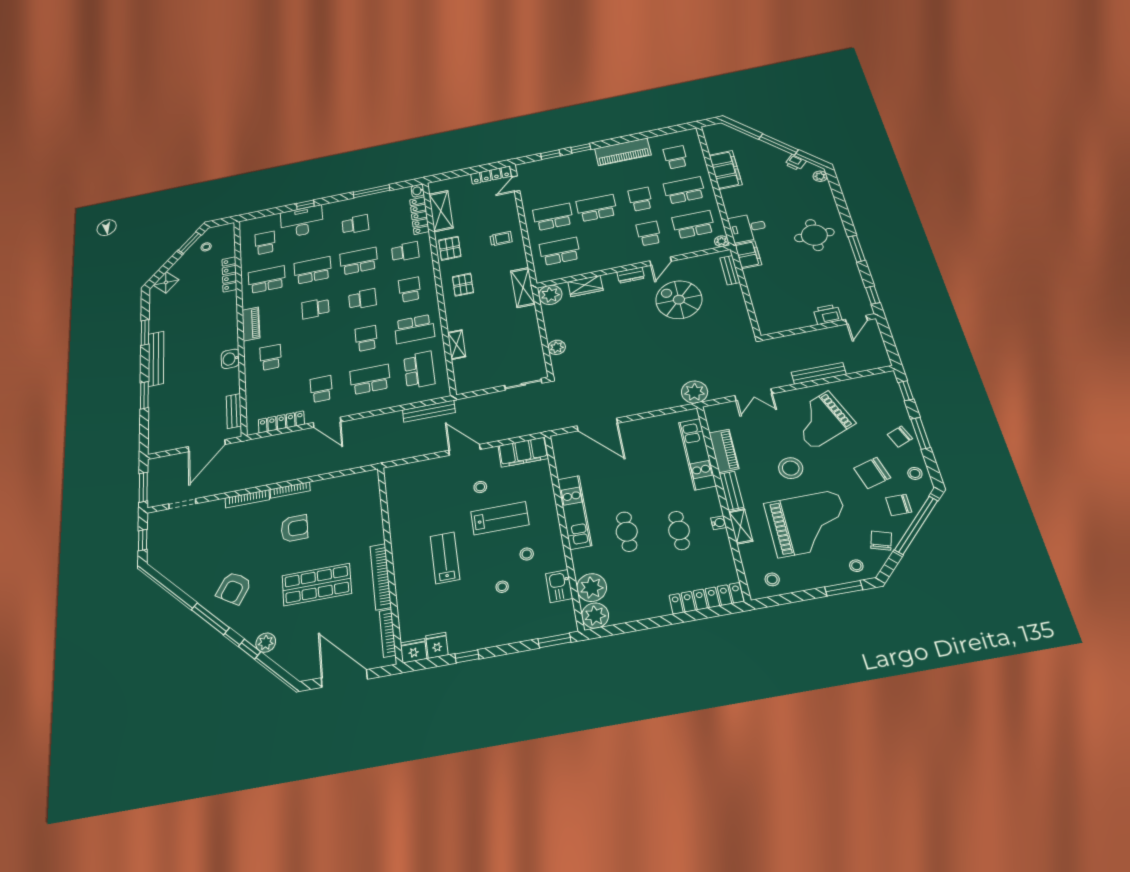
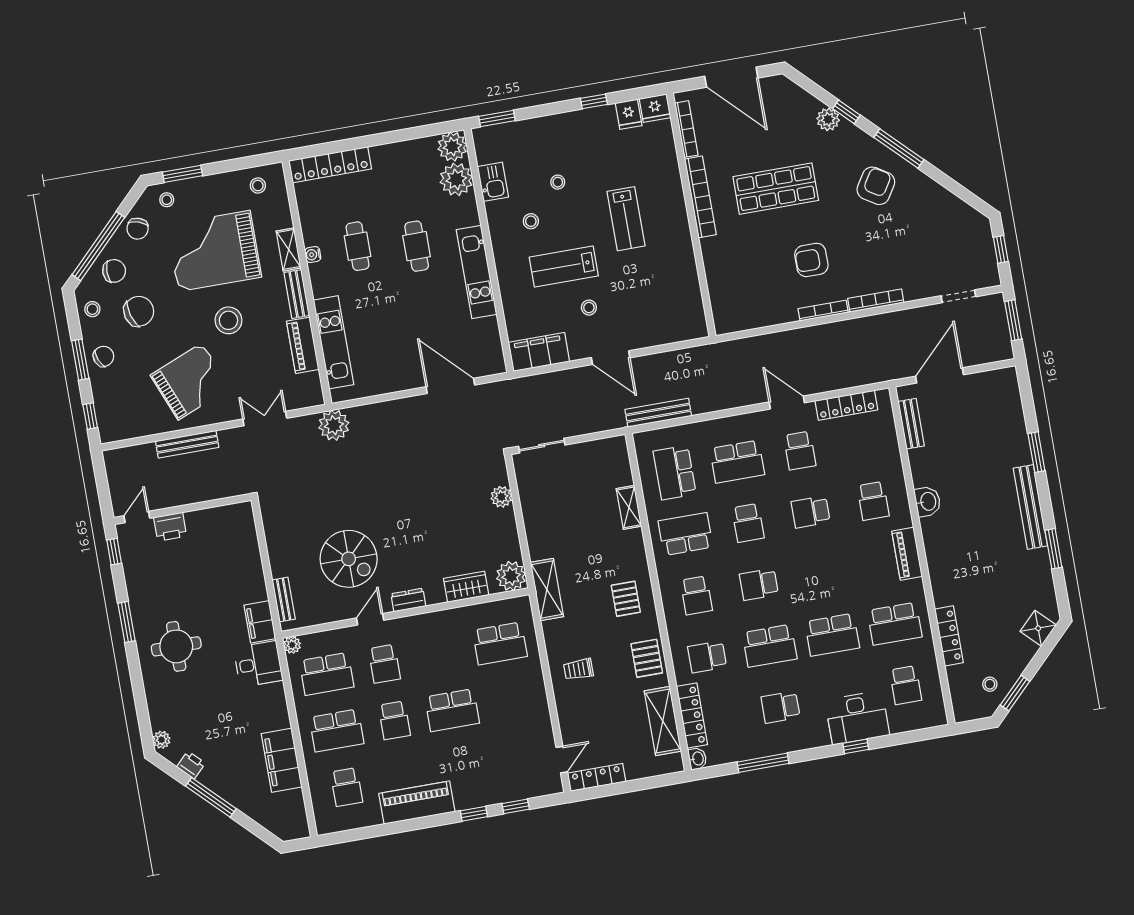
school desk: (553, 217) -> (510, 700), removed
school desk: (315, 308) -> (811, 512), moved, turned 180

